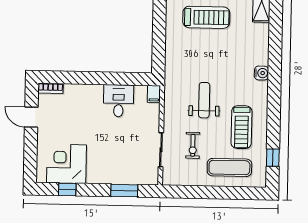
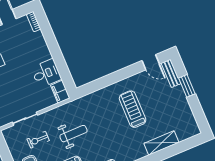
treadmill: (206, 17) -> (133, 109), turned 180
filing cabinet: (154, 94) -> (60, 92), width x2.00

